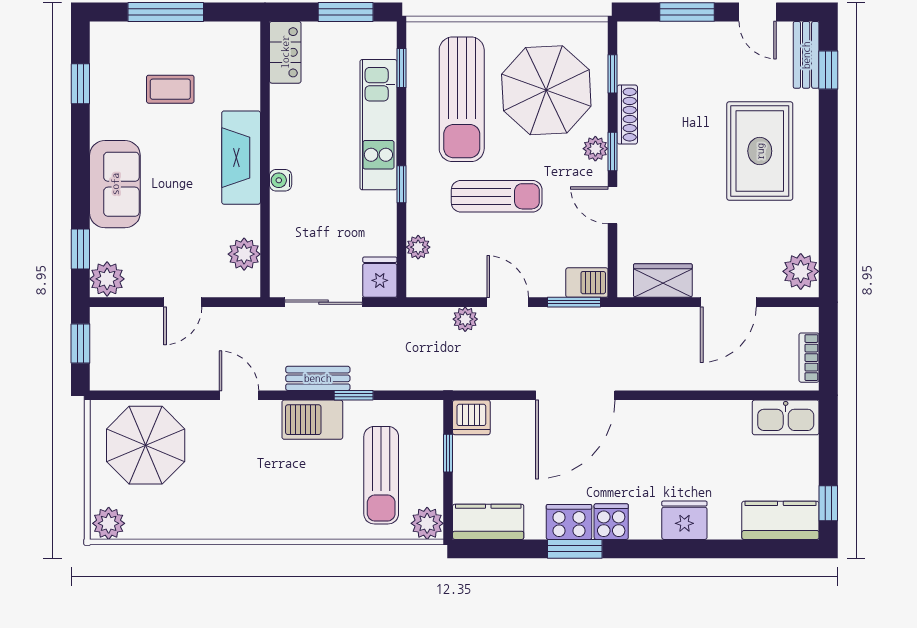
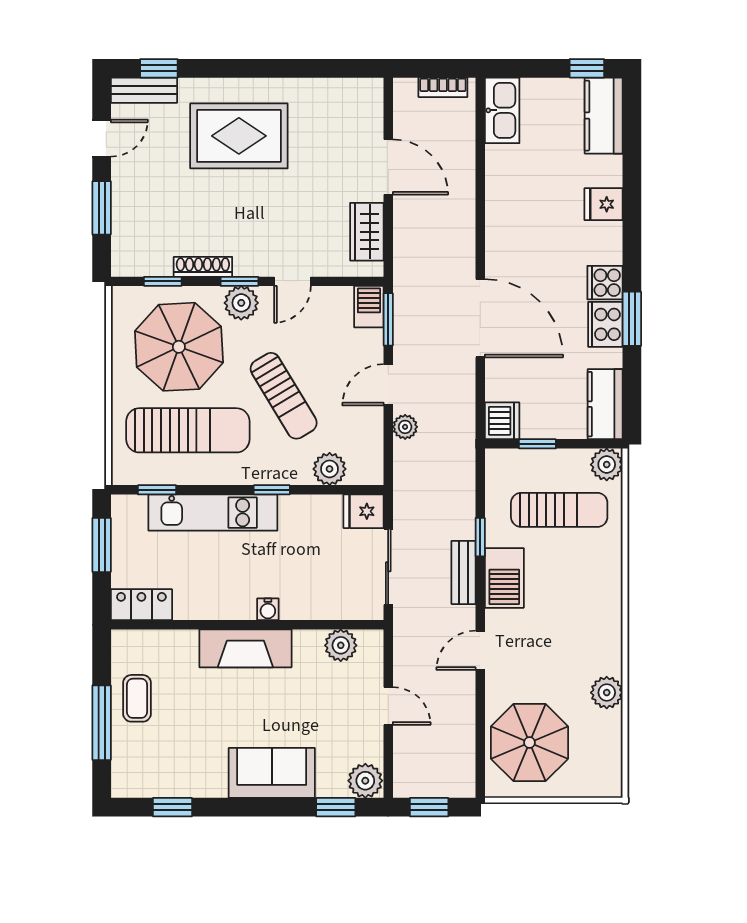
coffee table: (170, 89) -> (137, 698), moved
plant: (595, 149) -> (241, 303), width x1.38, depth x1.38
sun lounger: (497, 196) -> (284, 396), turned 149
plant: (418, 247) -> (330, 469), width x1.38, depth x1.38
plant: (801, 271) -> (358, 95), removed
fridge: (684, 520) -> (604, 204), width x0.72
plant: (109, 523) -> (607, 693), moved

